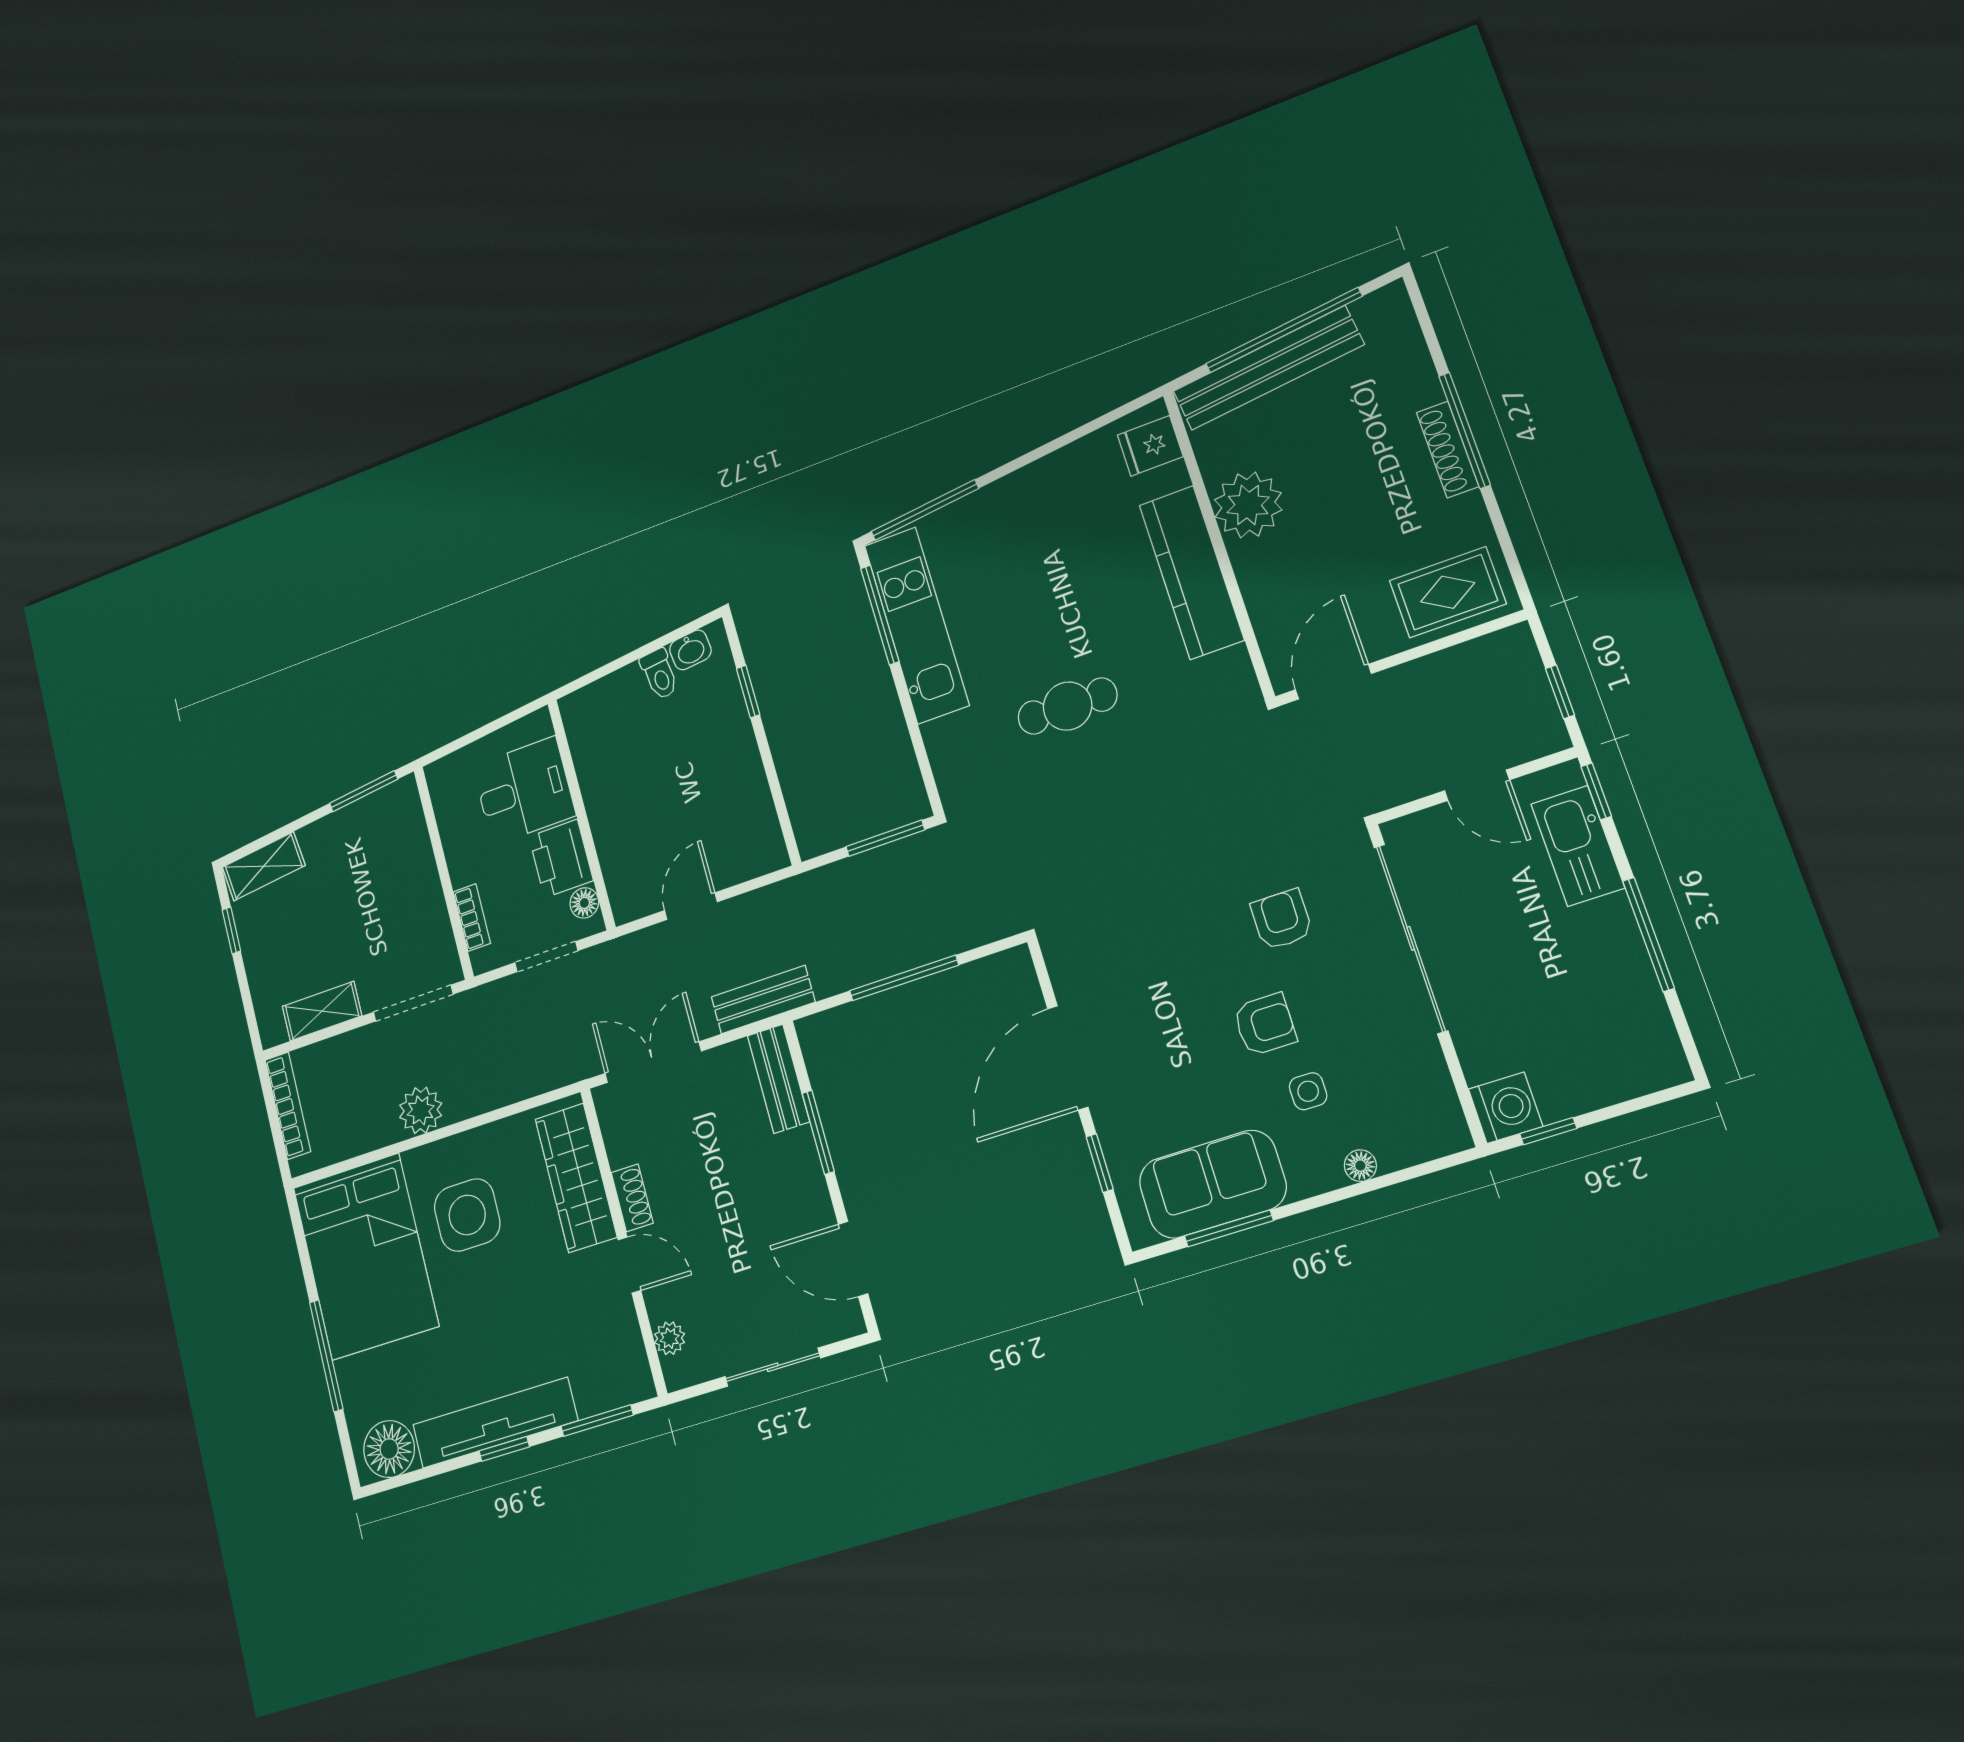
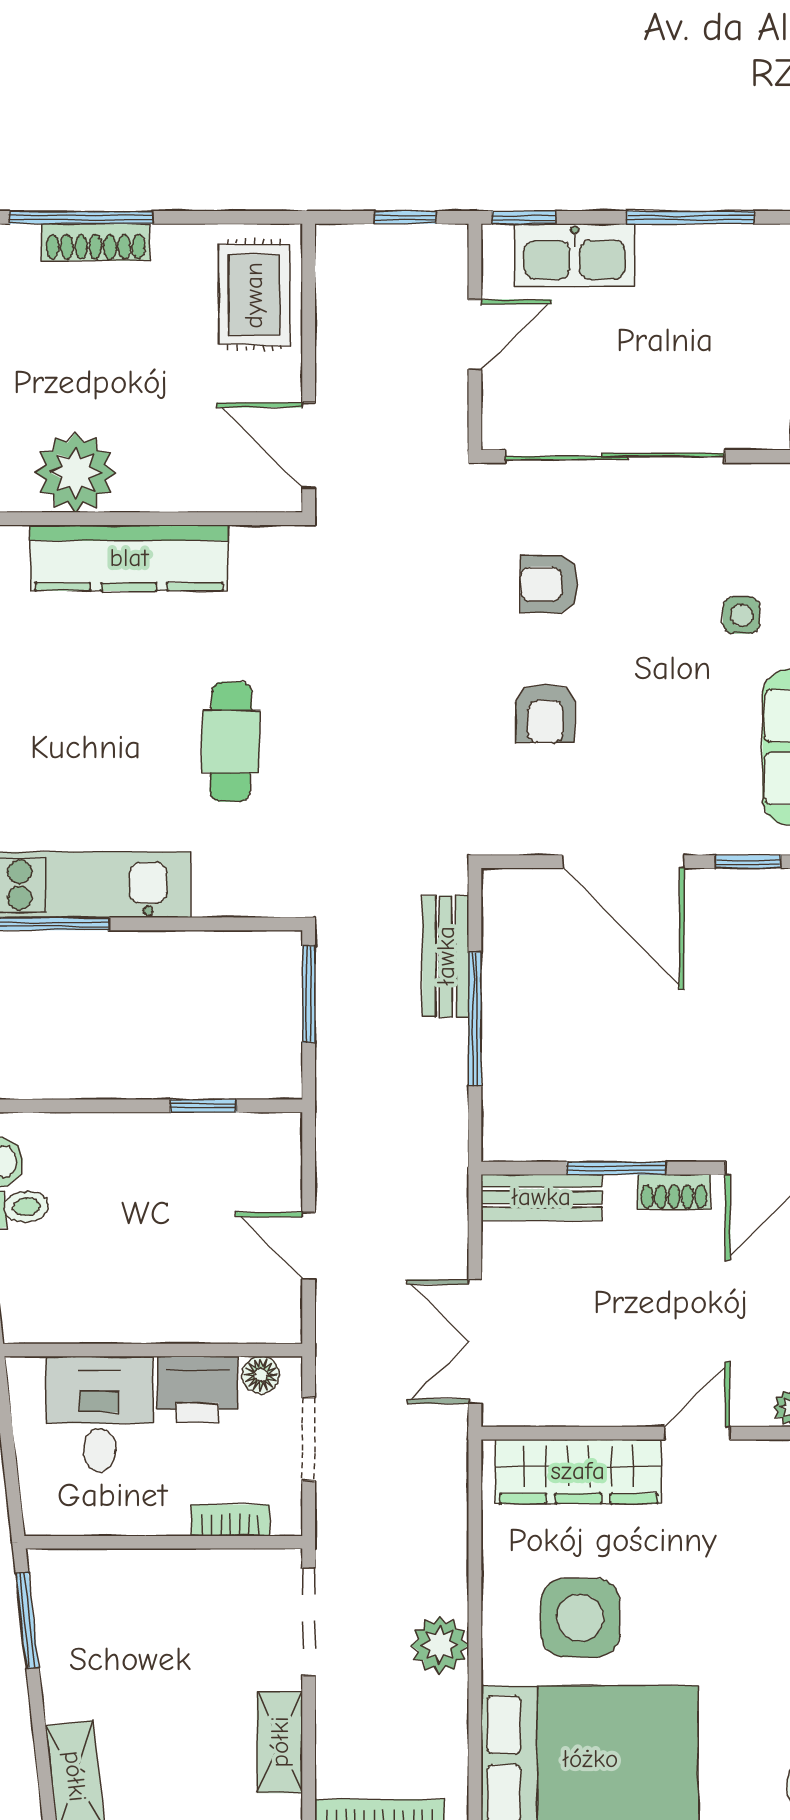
window: (748, 692) -> (203, 1106), moved
bench: (763, 1000) -> (446, 956), moved
armchair: (1265, 1024) -> (545, 713), moved, turned 180
shoe rack: (632, 1198) -> (674, 1192), moved, turned 180

